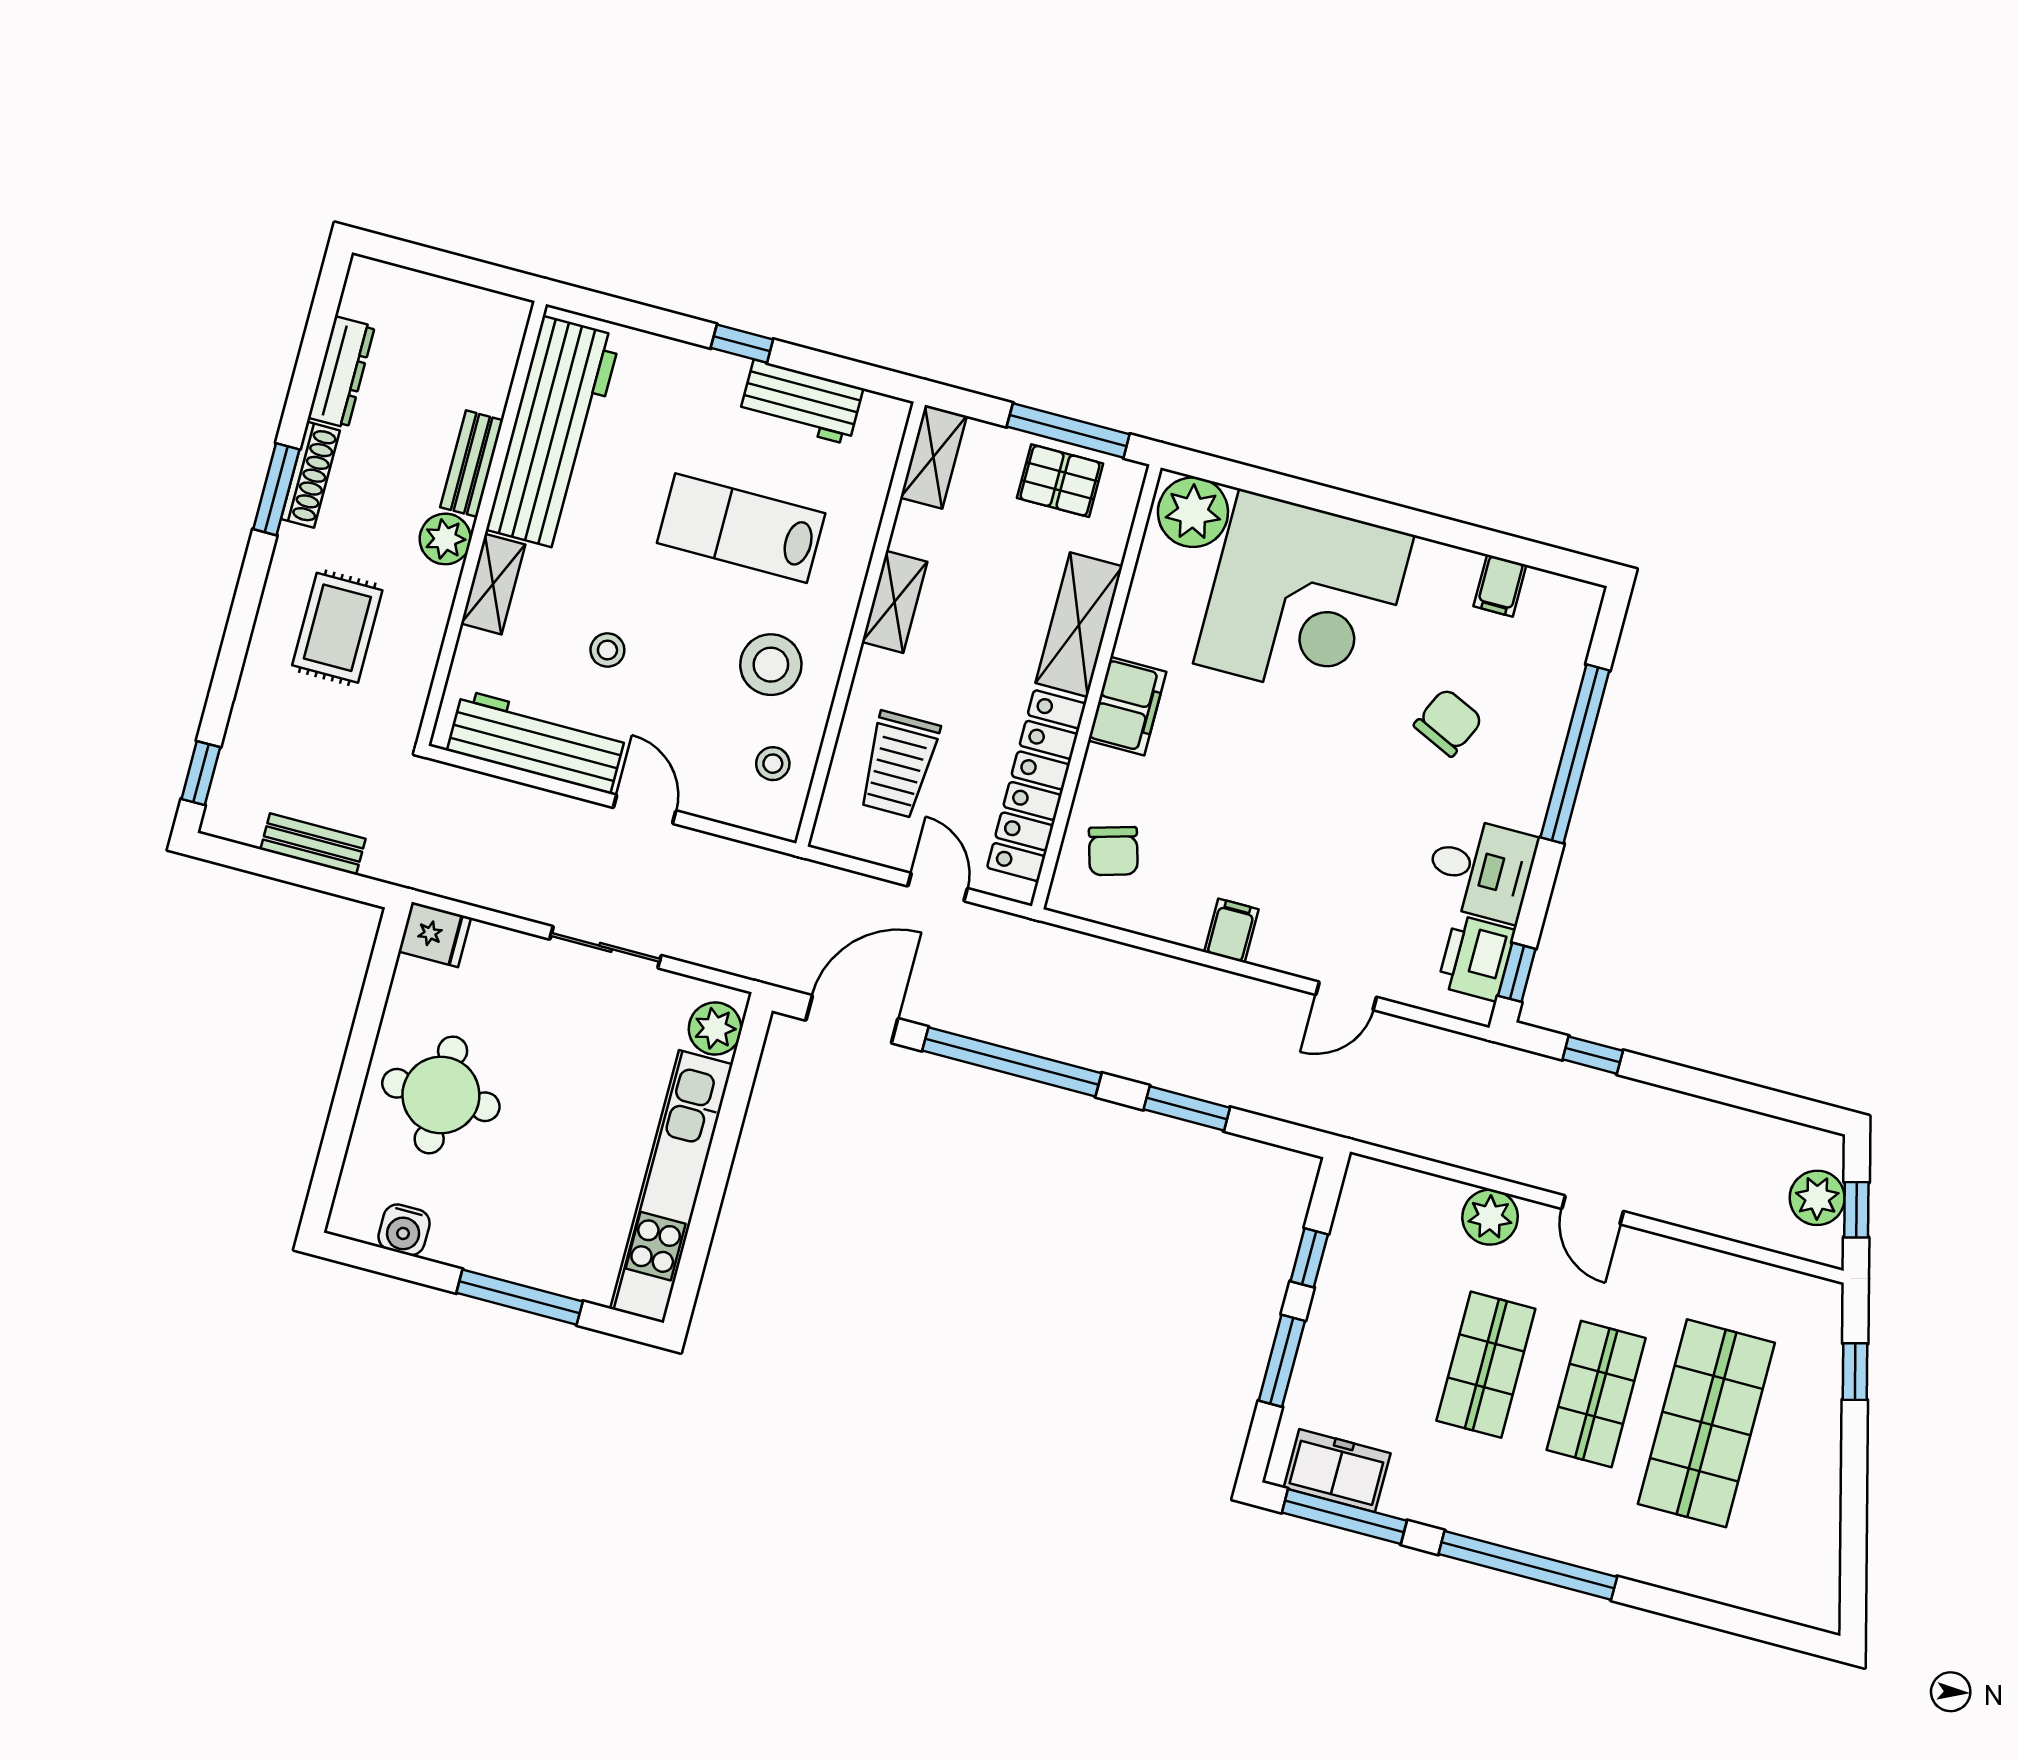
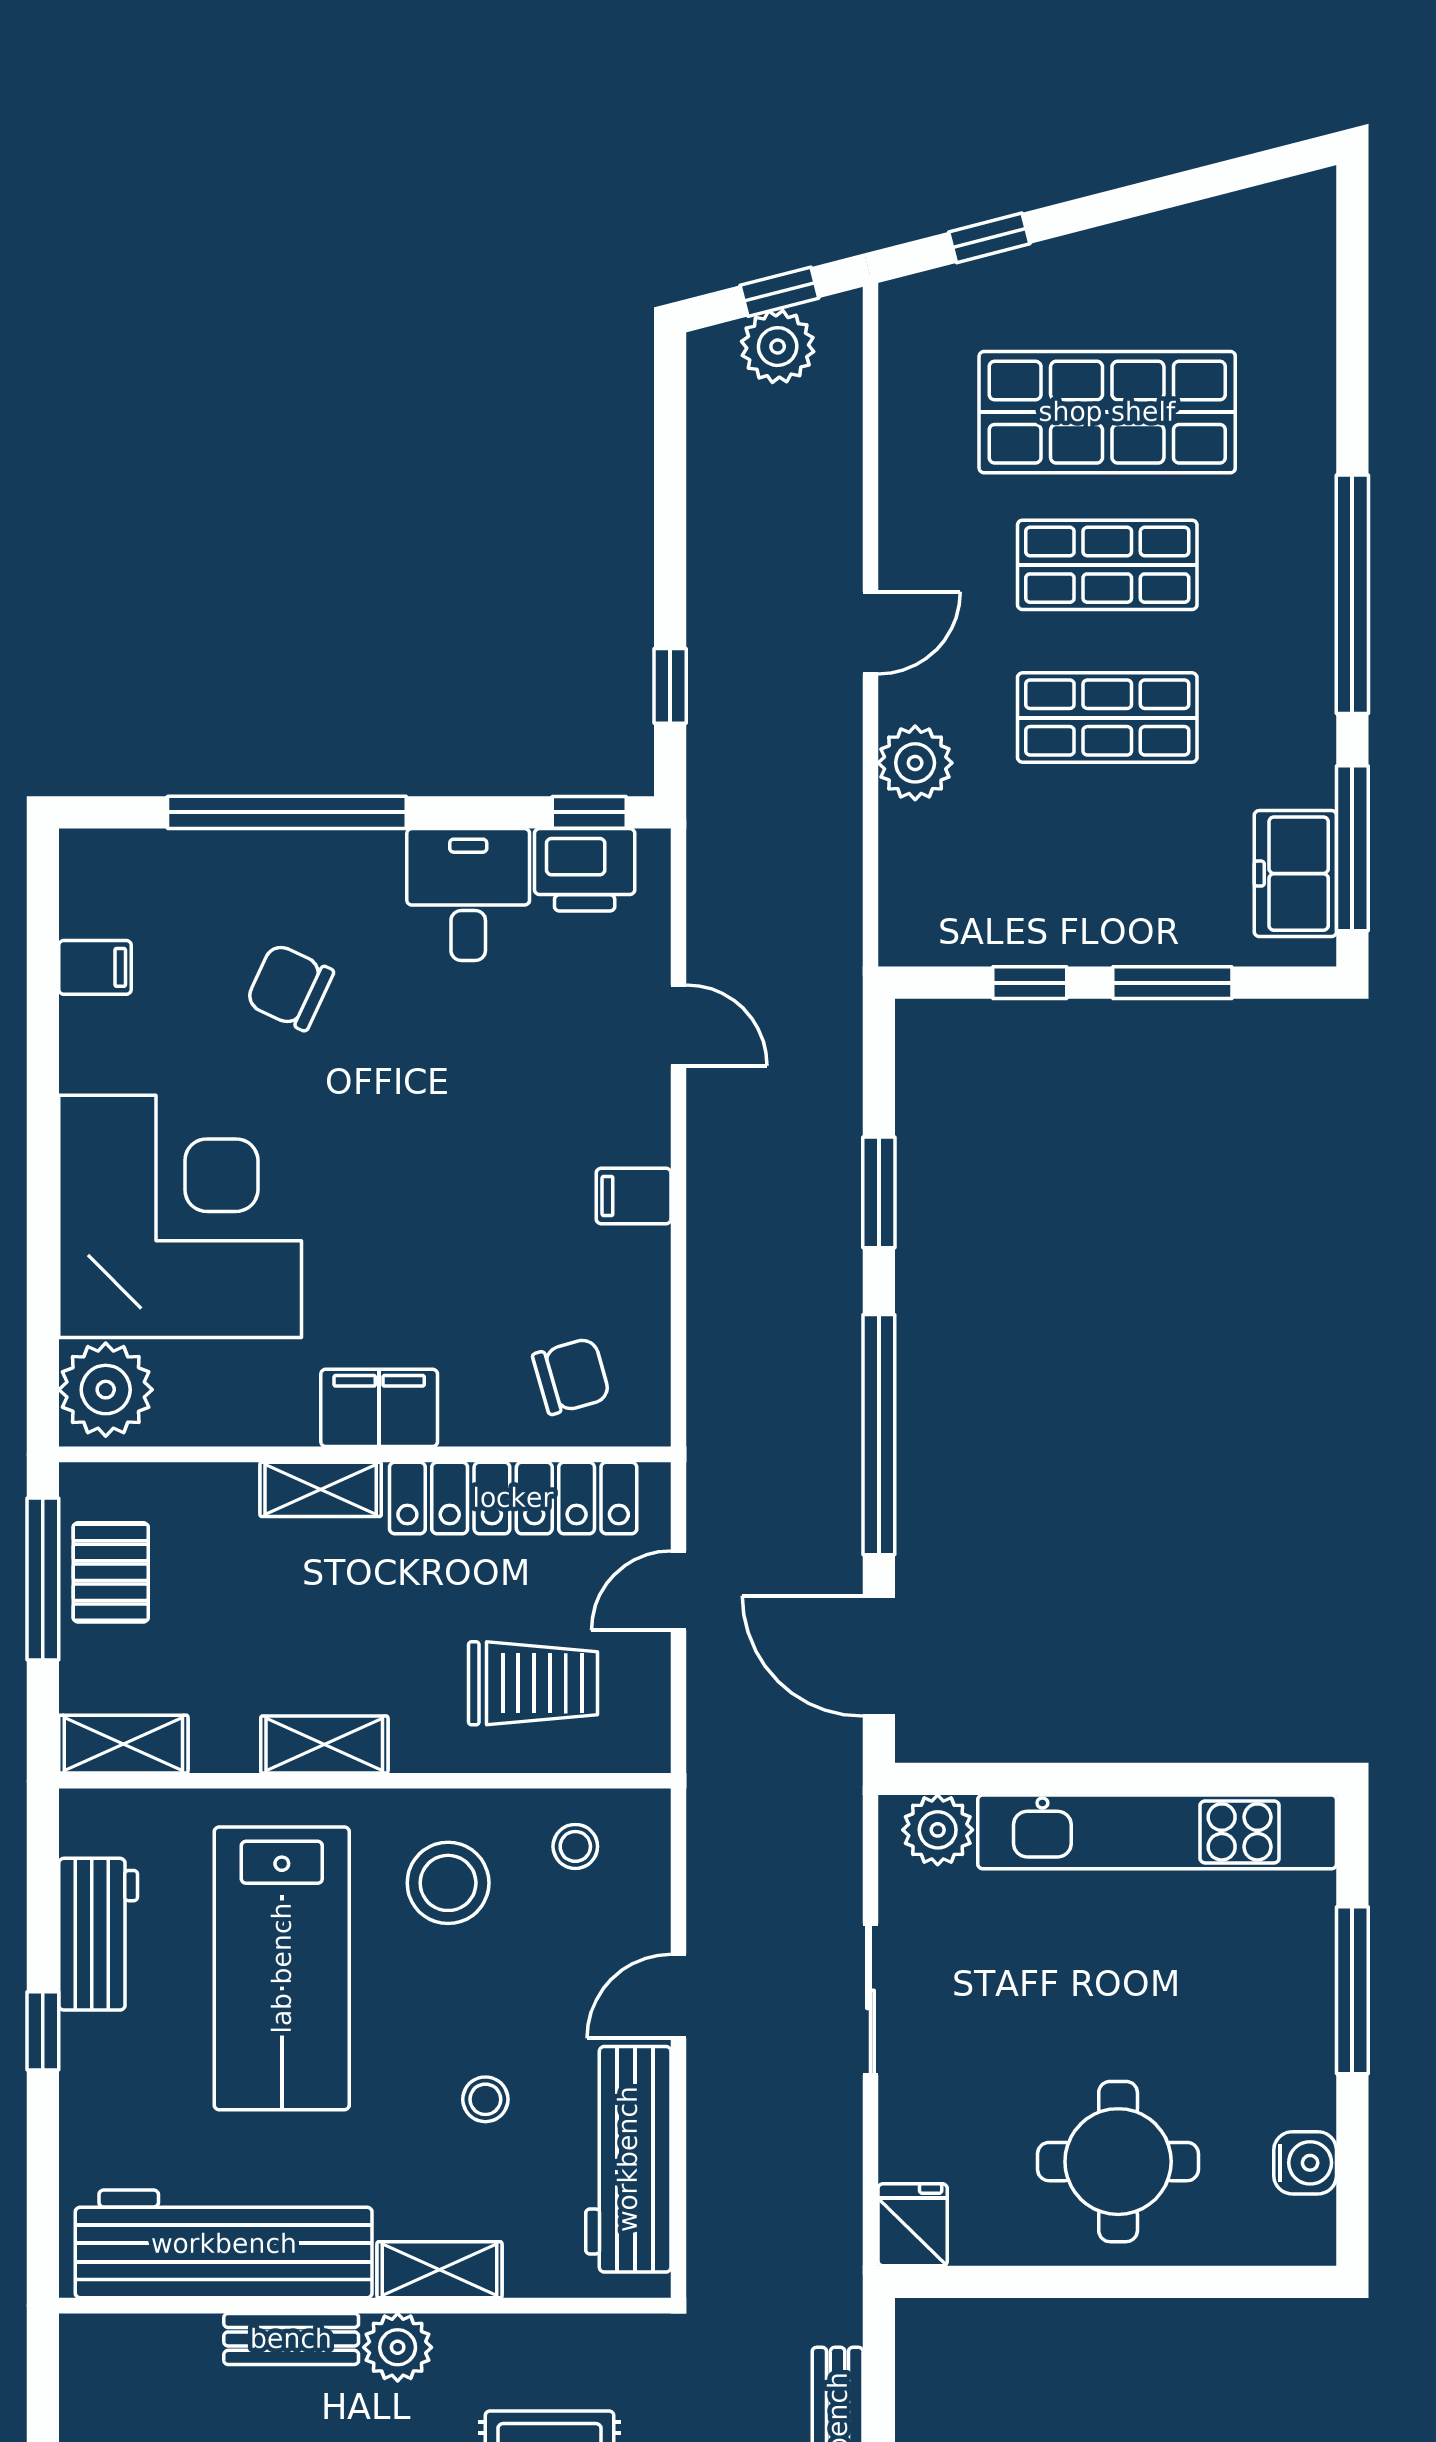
lab bench: (741, 528) -> (282, 1968), width x1.36, depth x1.39
shelving: (1079, 625) -> (321, 1489), width x0.67, depth x0.75

